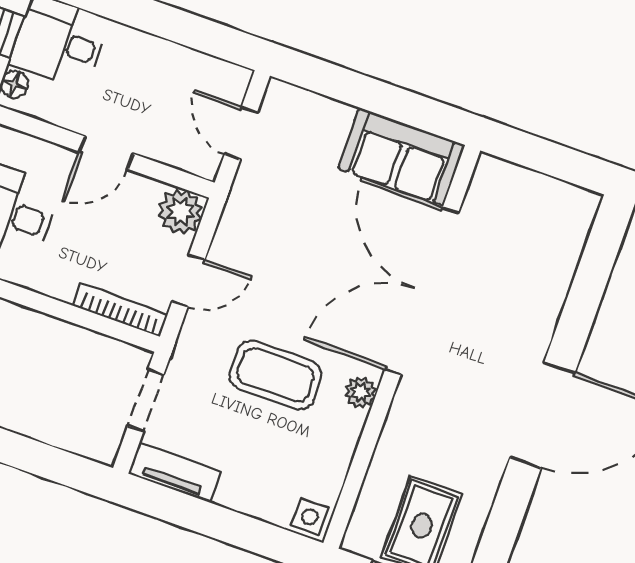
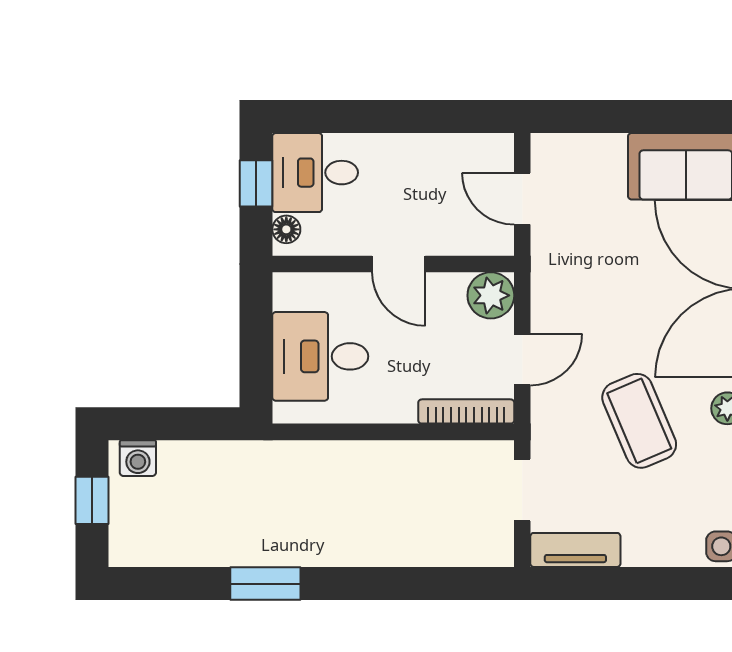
door: (106, 153) -> (399, 264), hinge flipped
coffee table: (276, 375) -> (639, 421), turned 67

